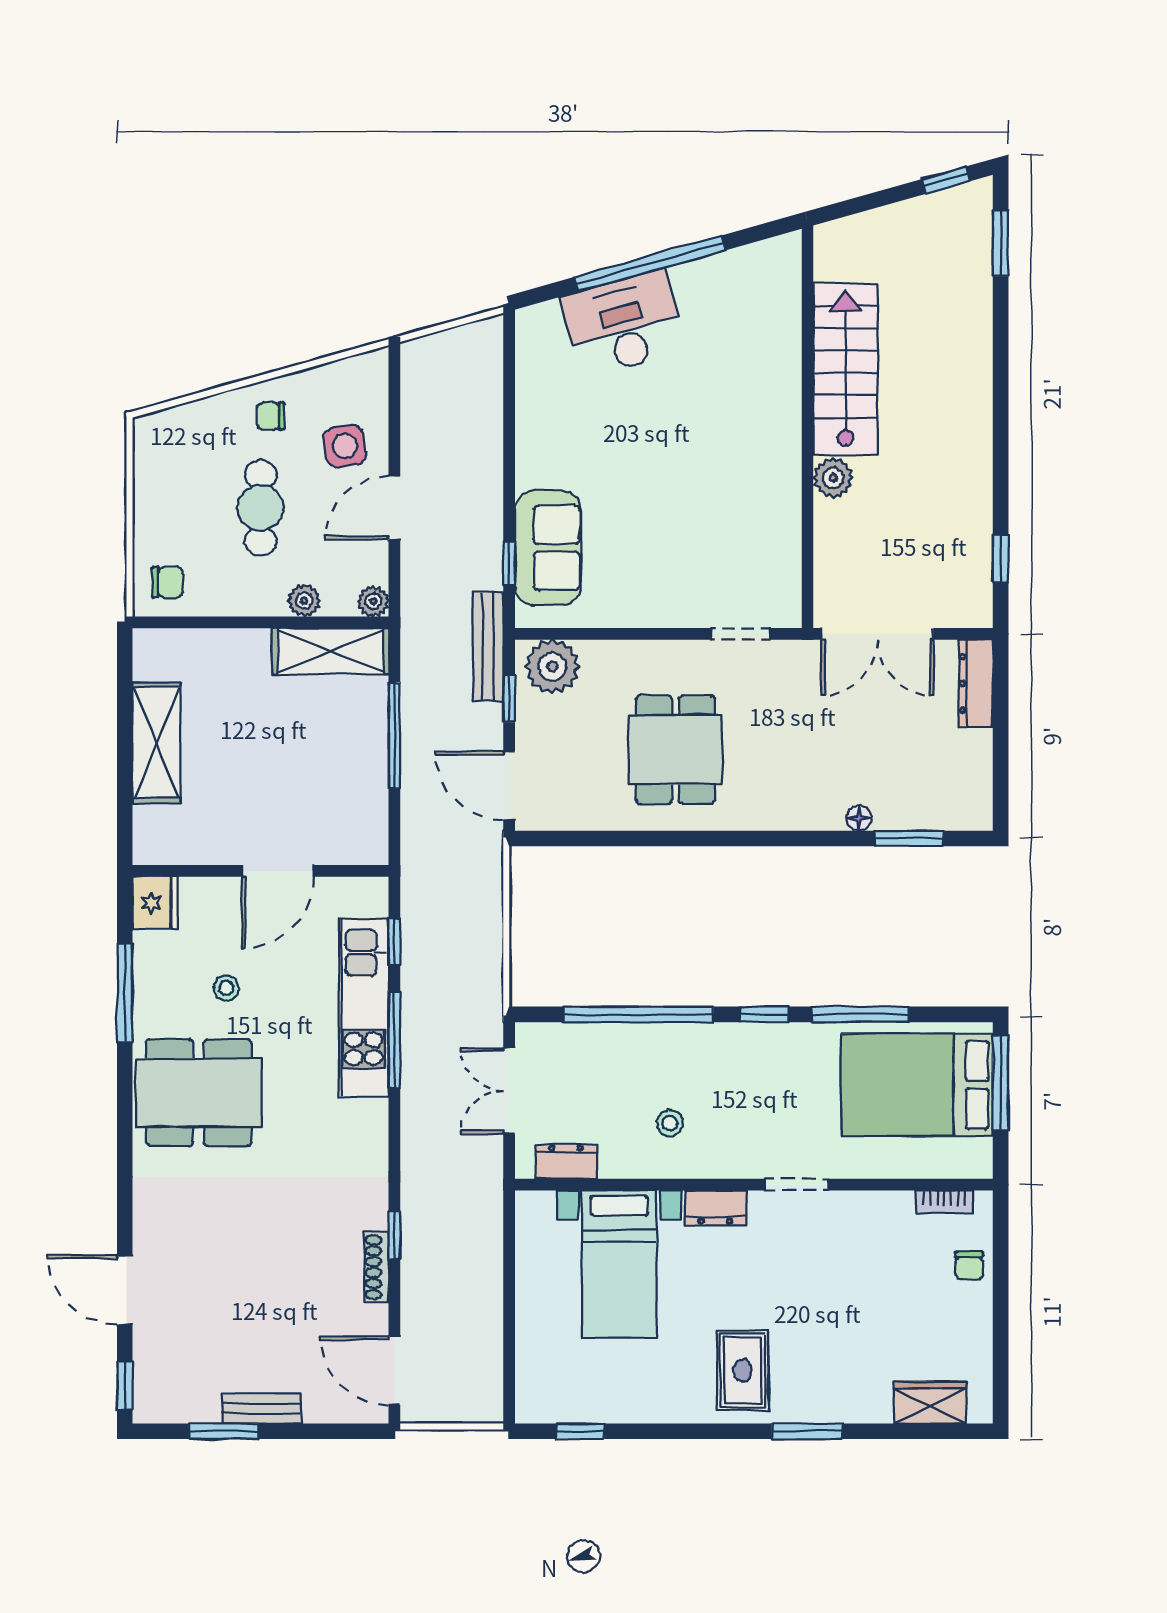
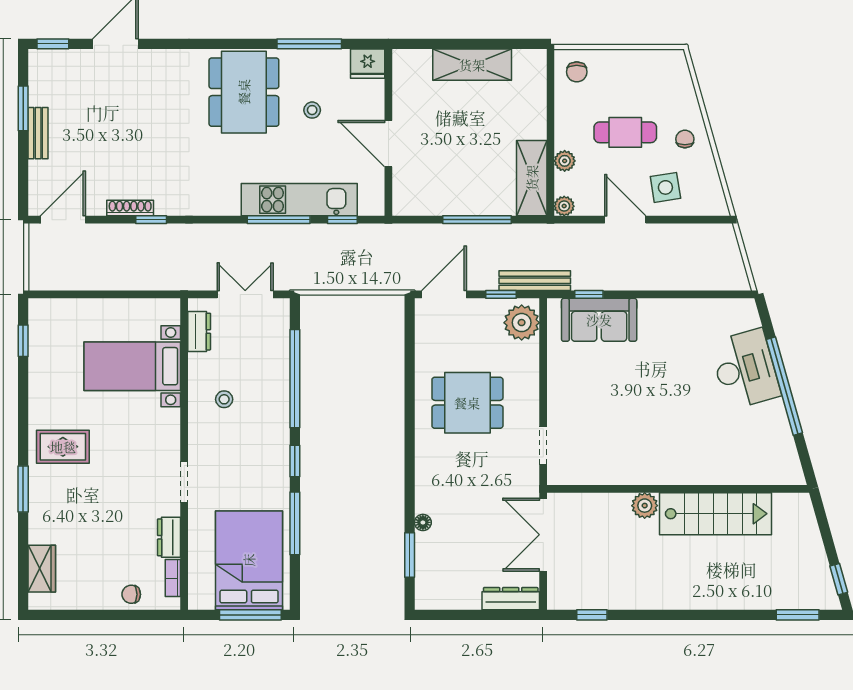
dresser: (715, 1208) -> (169, 537), moved

